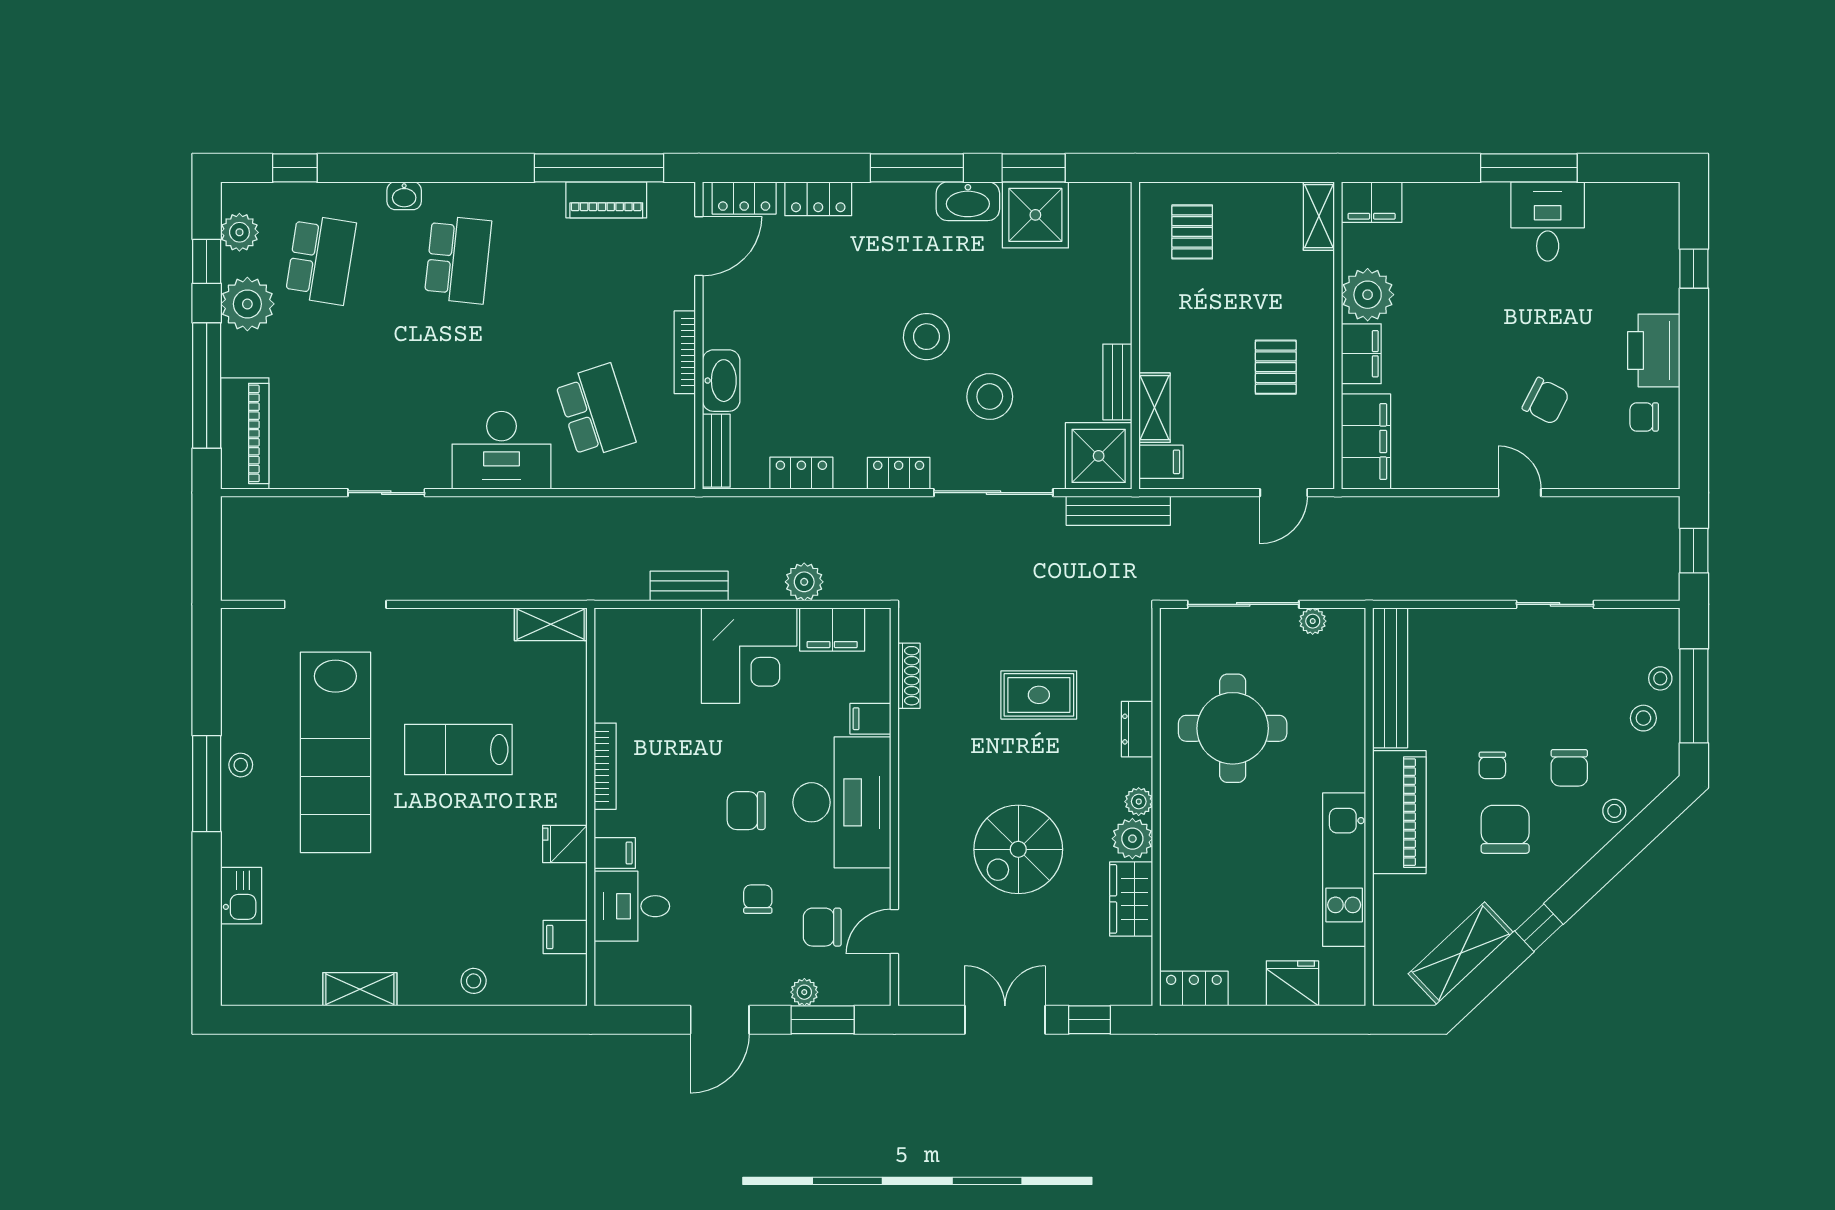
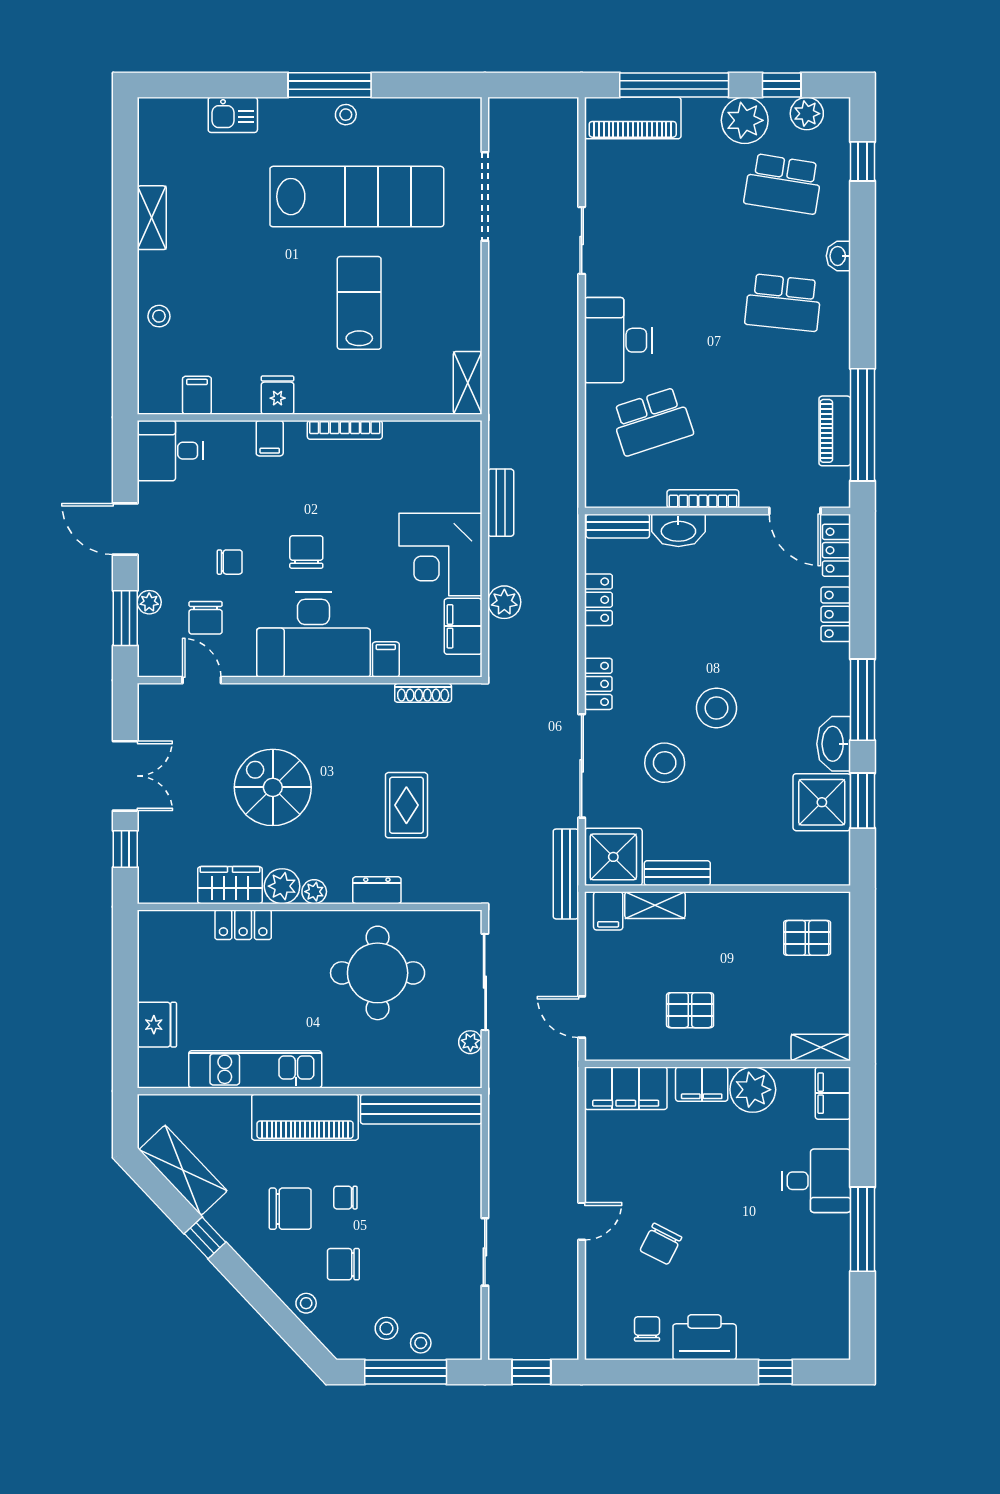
desk: (1548, 221) -> (816, 1181), moved
lab bench: (335, 752) -> (357, 197), turned 180
desk: (632, 906) -> (170, 451), moved, turned -90
chair: (822, 927) -> (206, 618), turned 180
locker: (1194, 989) -> (243, 925), moved, turned 90

